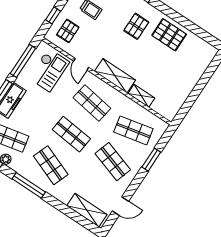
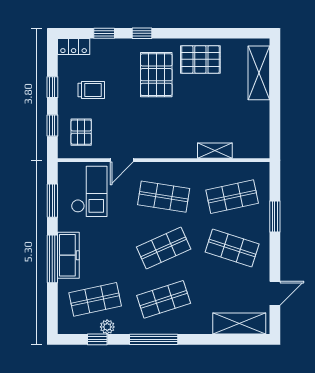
pallet: (136, 26) -> (156, 75), width x1.50, depth x1.42
window: (23, 61) -> (52, 201), width x0.69
door: (81, 64) -> (122, 160), hinge flipped
shelving: (115, 76) -> (259, 73), moved, turned 90
shop shelf: (71, 134) -> (164, 248), turned -30
shop shelf: (51, 165) -> (164, 299), turned -39

